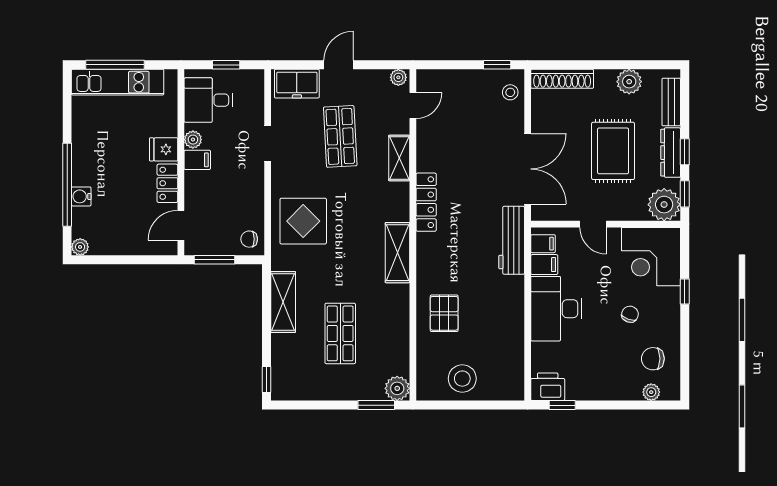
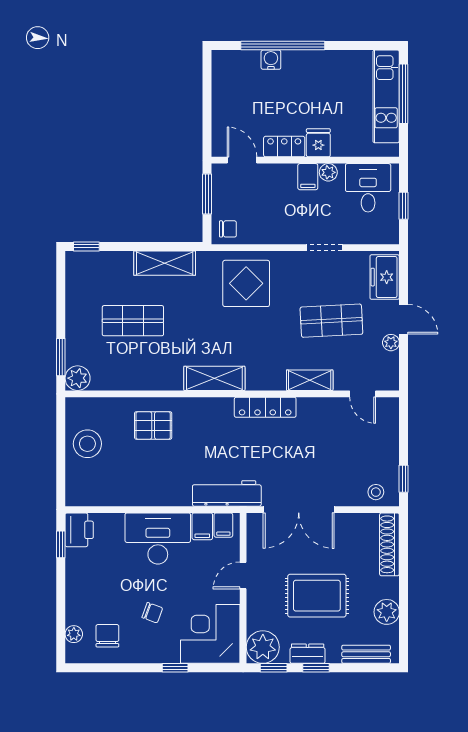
plant: (398, 77) -> (391, 343), moved
dresser: (671, 153) -> (308, 654), width x0.70
chair: (249, 239) -> (228, 229), turned 90
plant: (80, 247) -> (220, 59), removed

